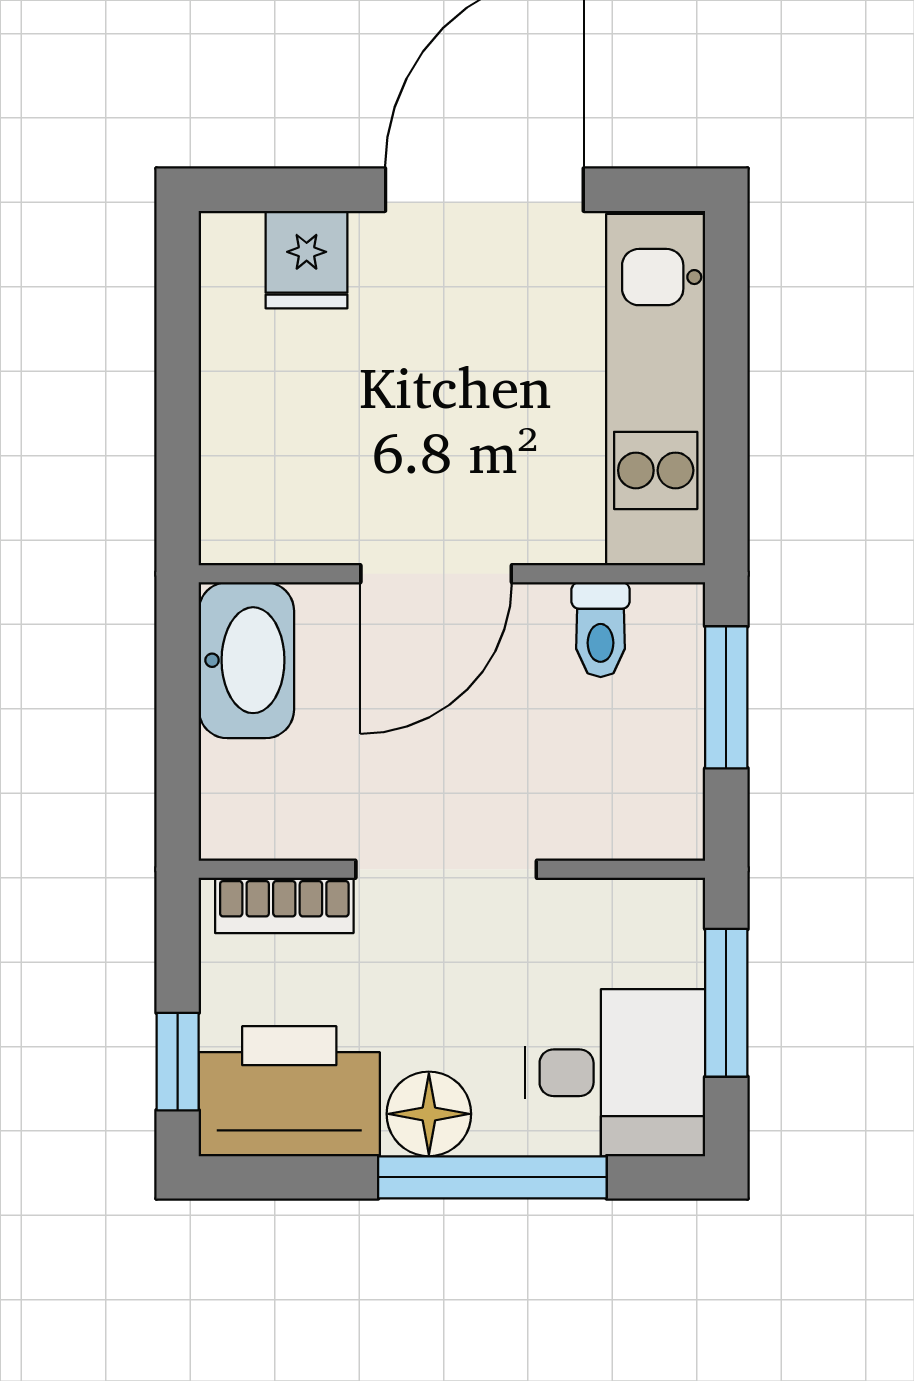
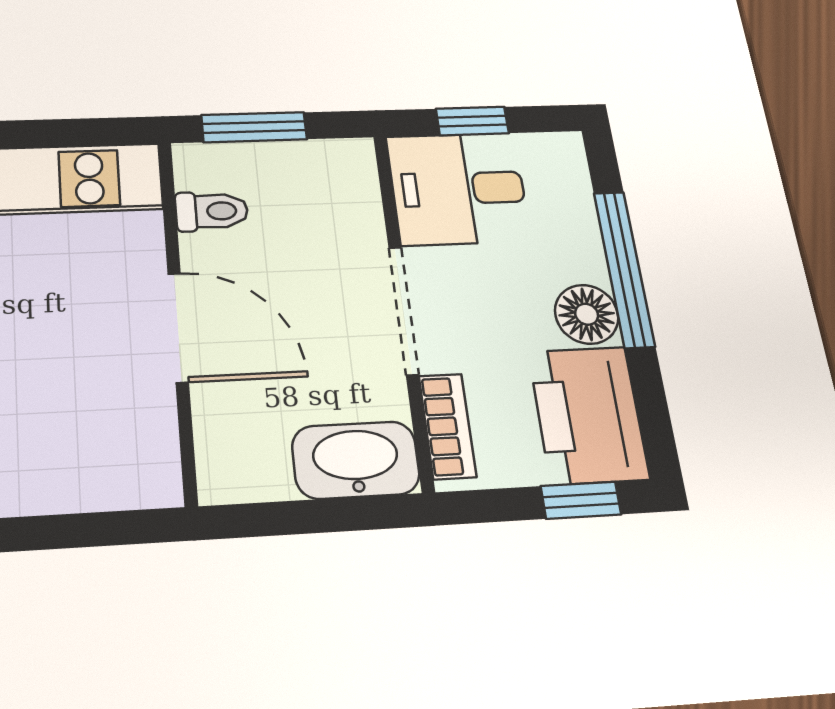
washbasin: (246, 660) -> (356, 460), moved
window: (726, 1003) -> (472, 121), width x0.67
desk: (615, 1073) -> (458, 189), moved, turned -90

